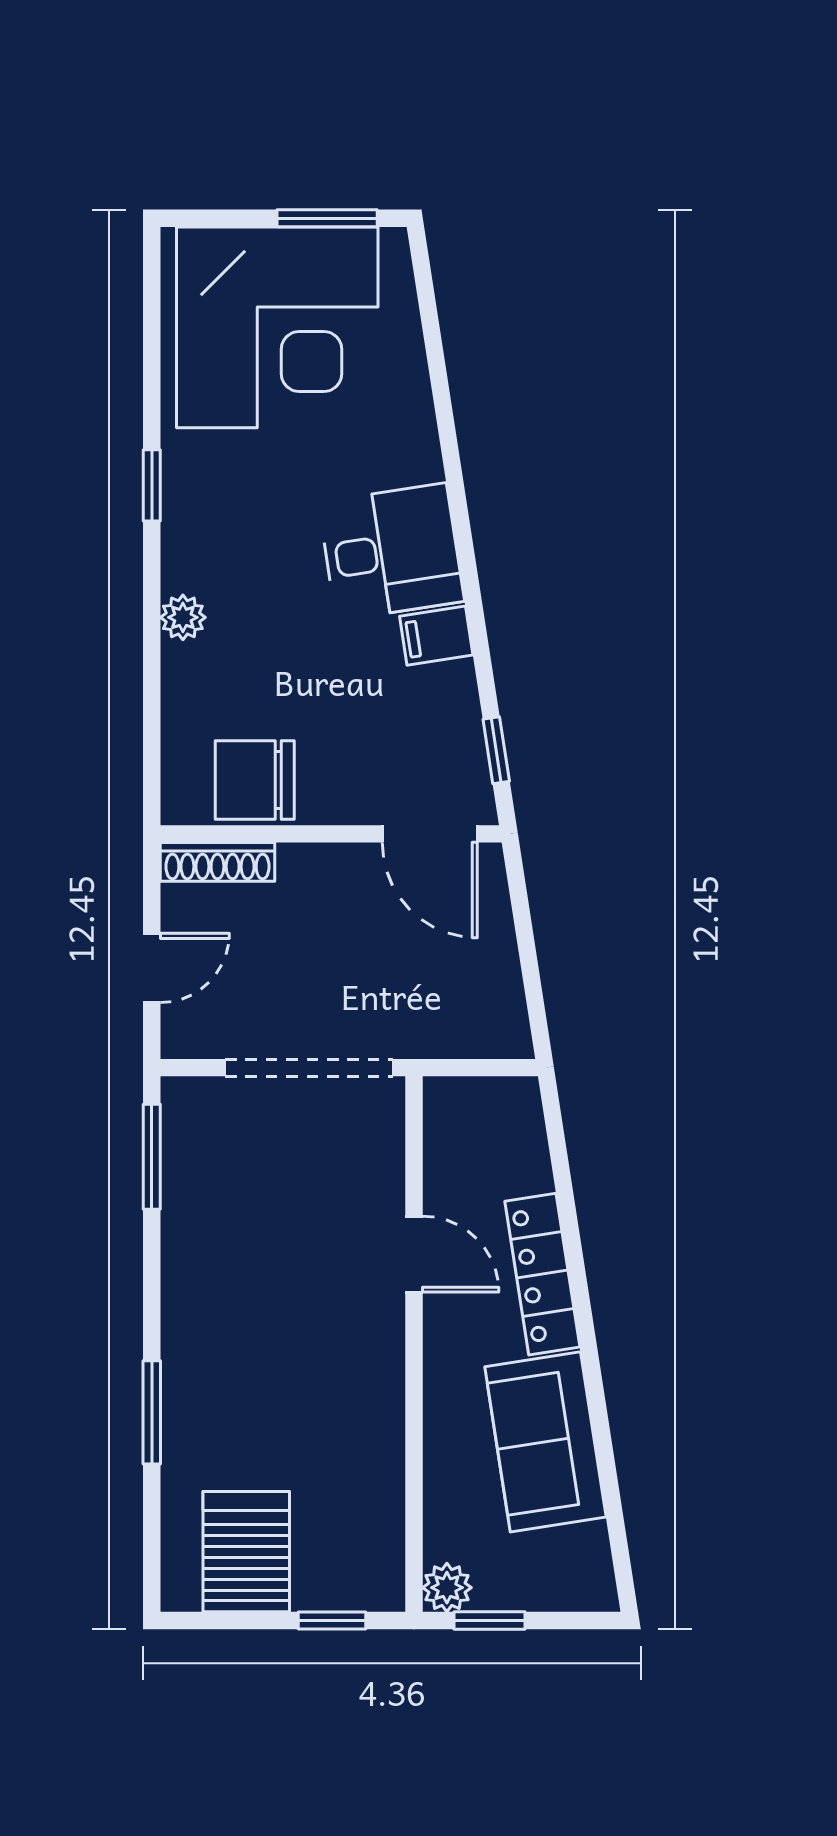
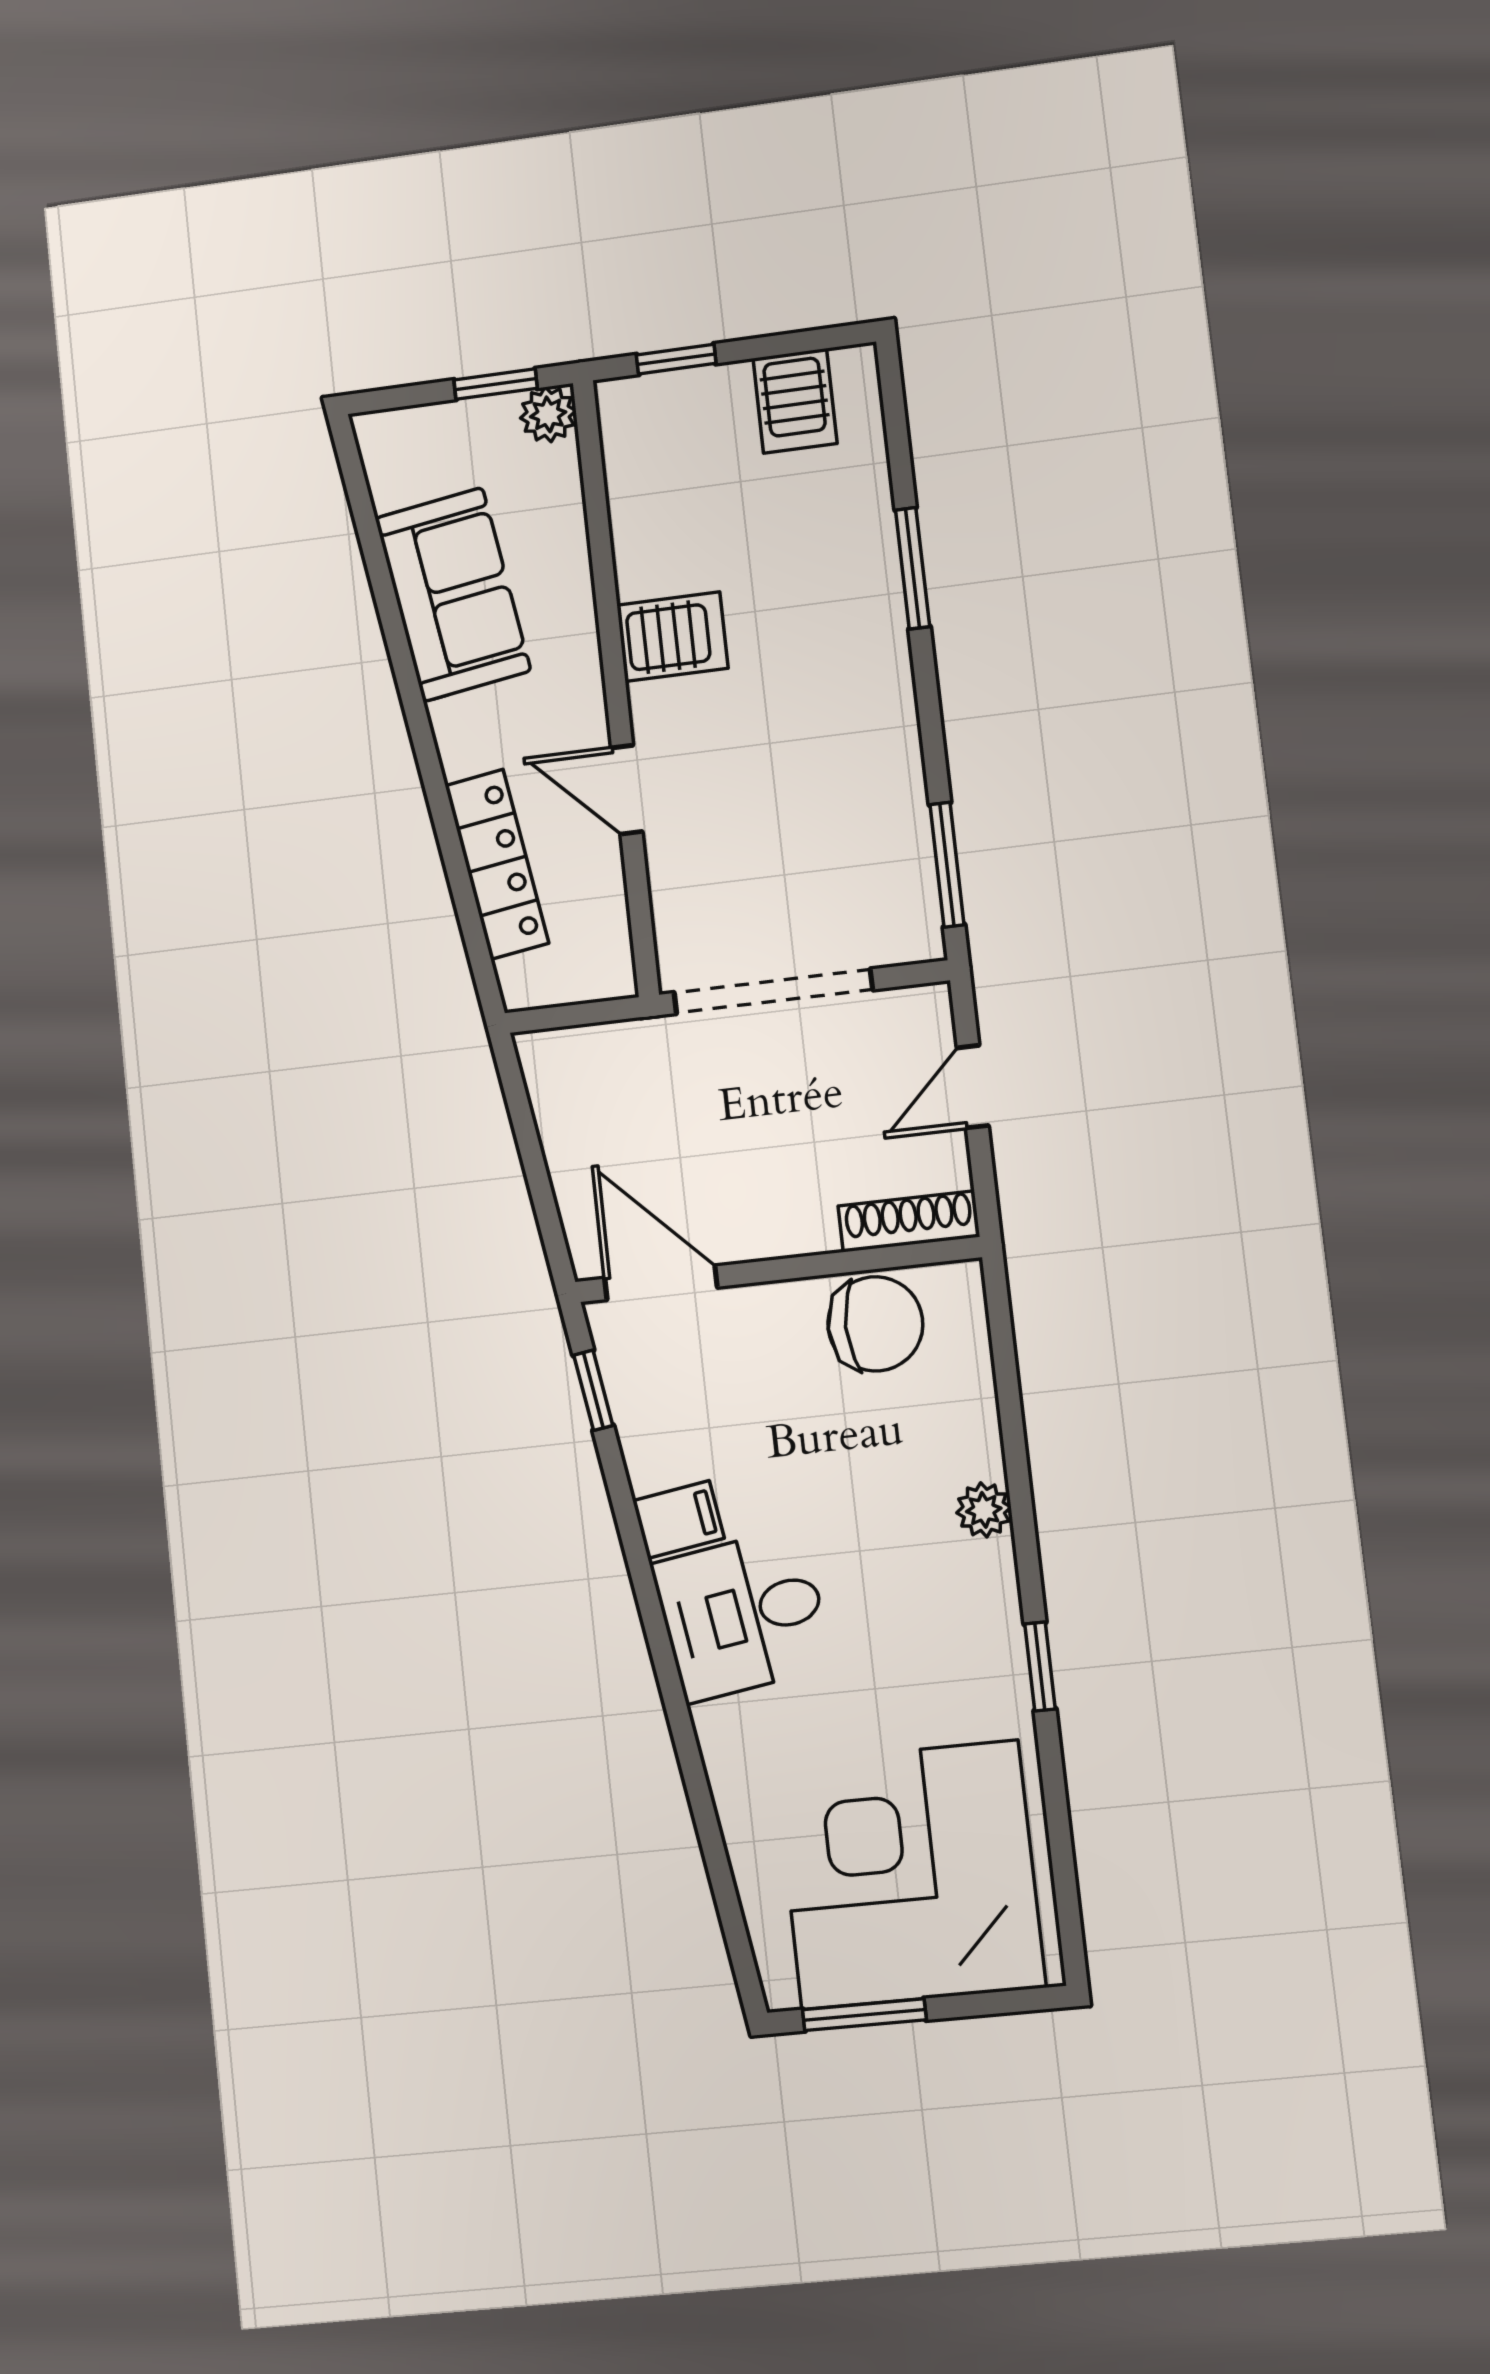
locker: (542, 1274) -> (497, 864), moved
server rack: (361, 1380) -> (672, 637), added
server rack: (246, 1552) -> (795, 401), width x0.73, depth x0.70

